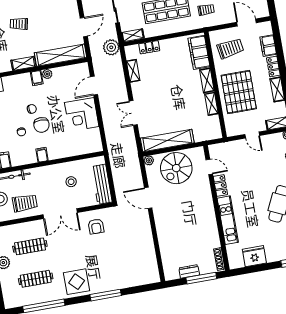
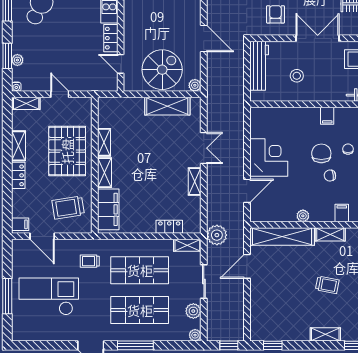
filing cabinet: (268, 46) -> (20, 224), moved, width x0.50
shelving: (133, 71) -> (195, 181), moved
filing cabinet: (37, 78) -> (342, 213), moved
shelving: (167, 140) -> (167, 106), width x0.68

